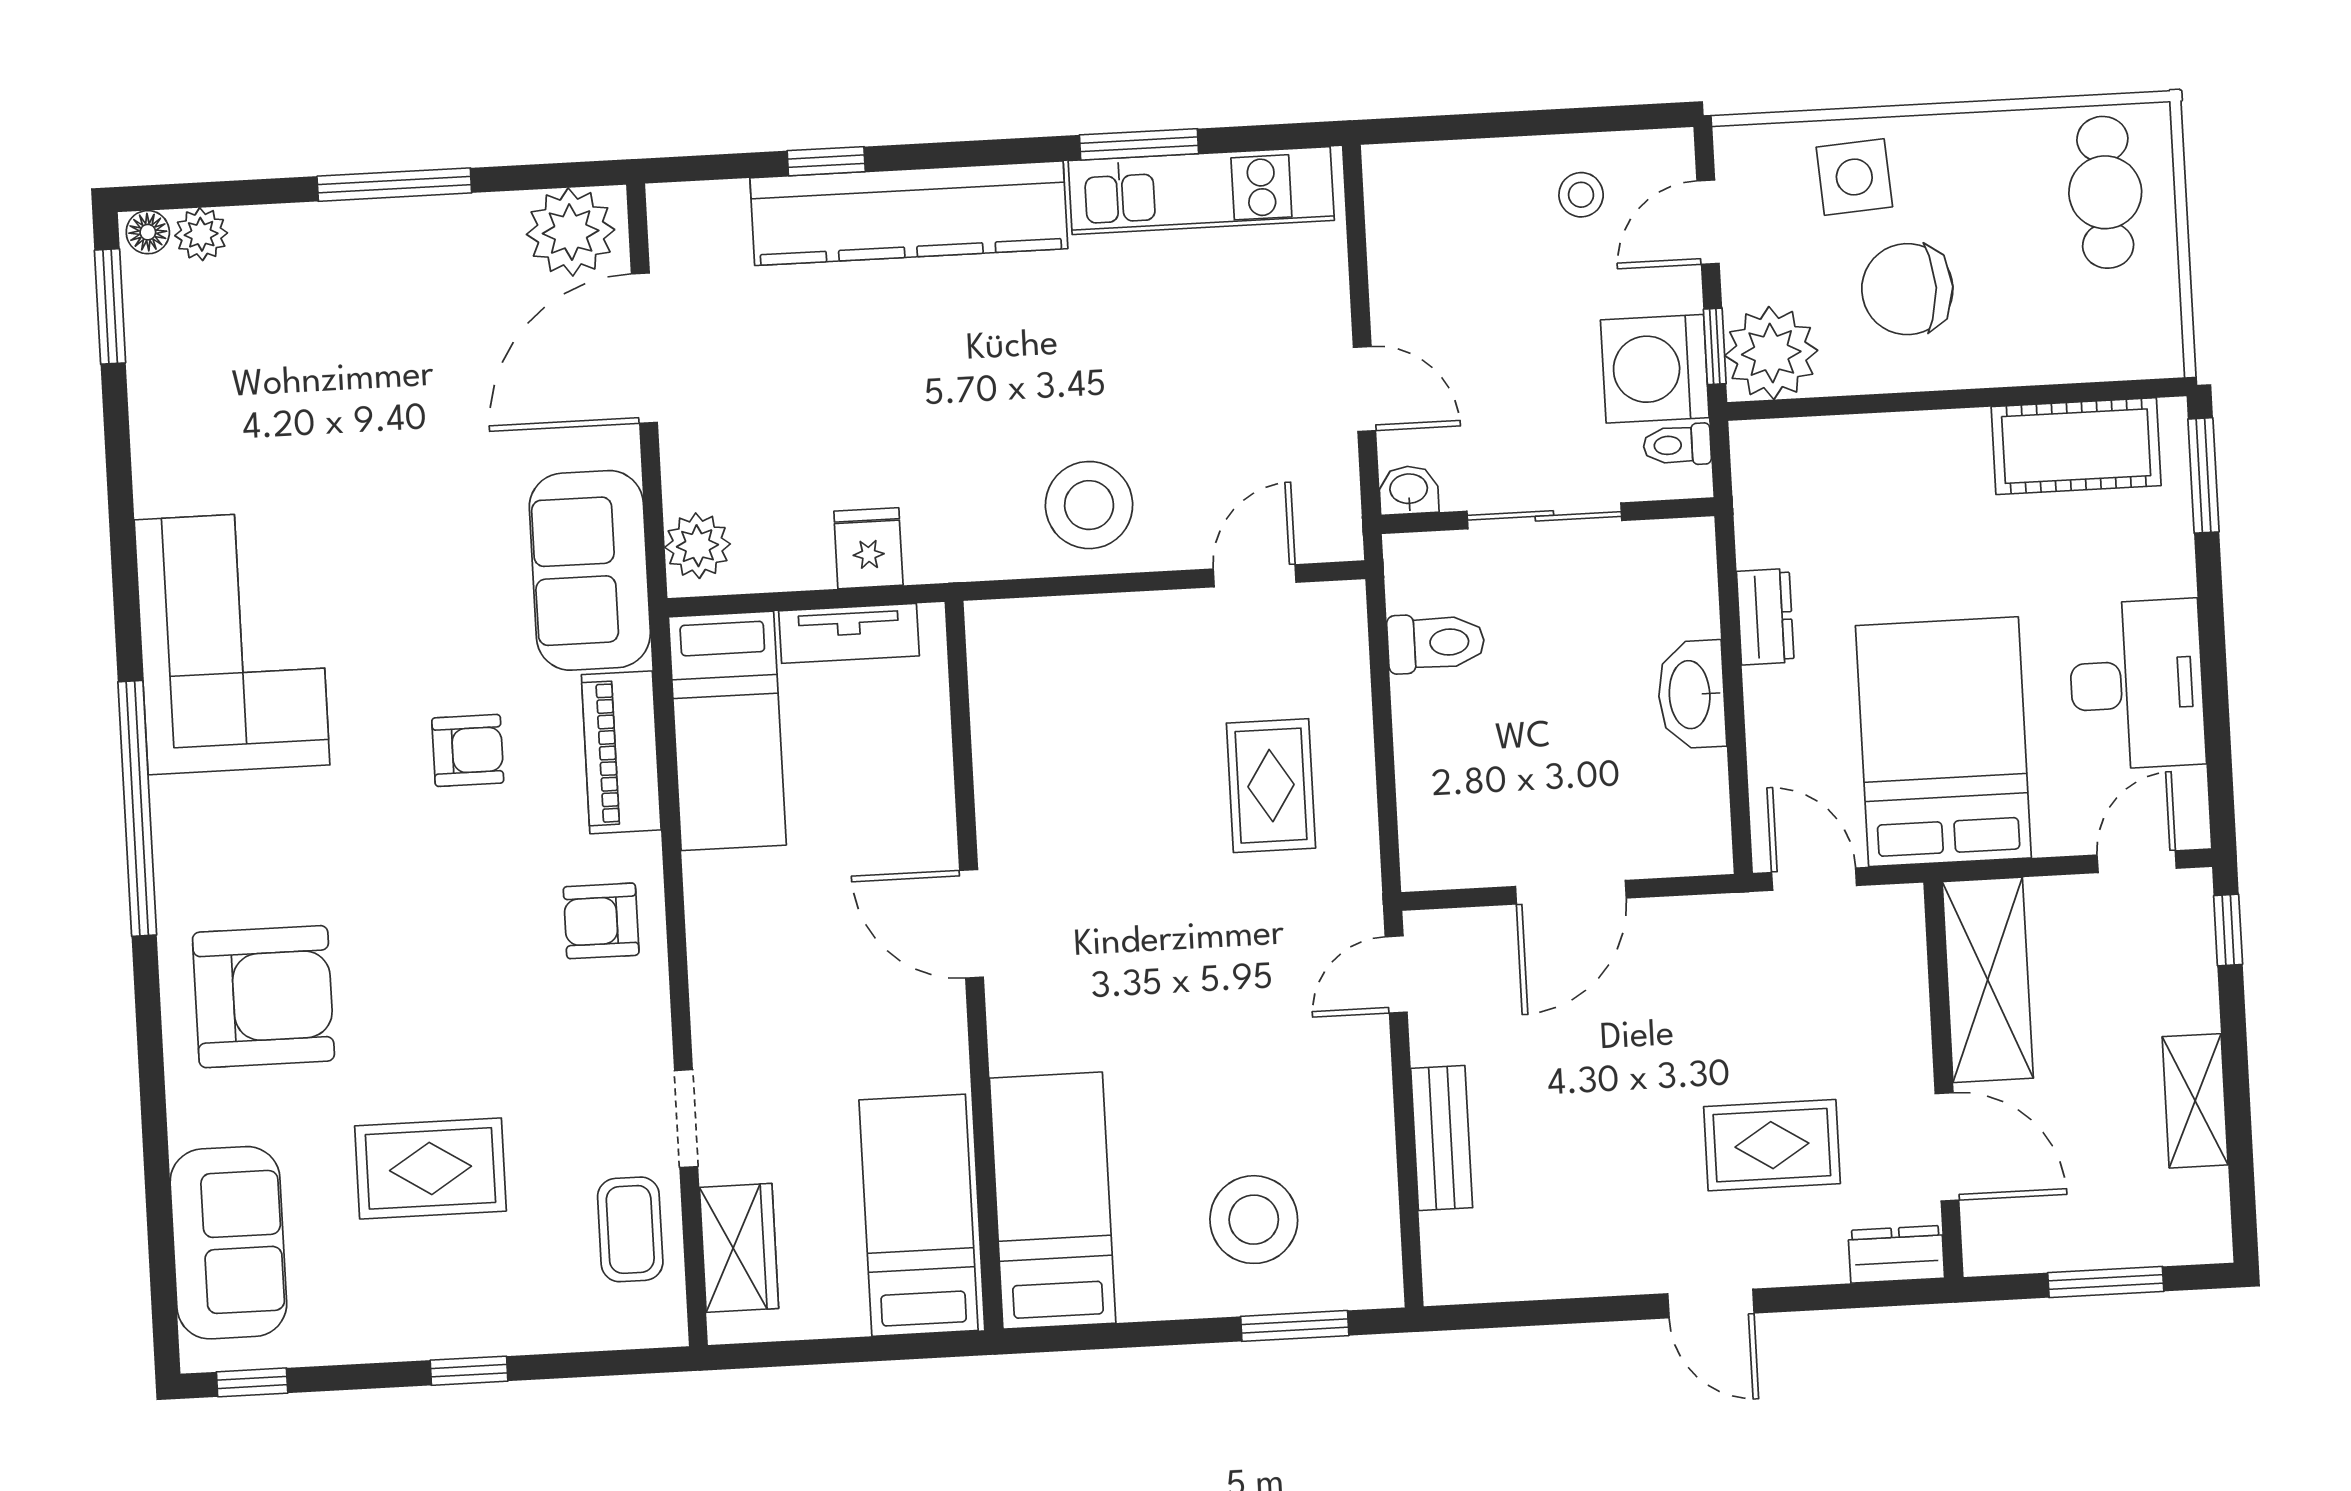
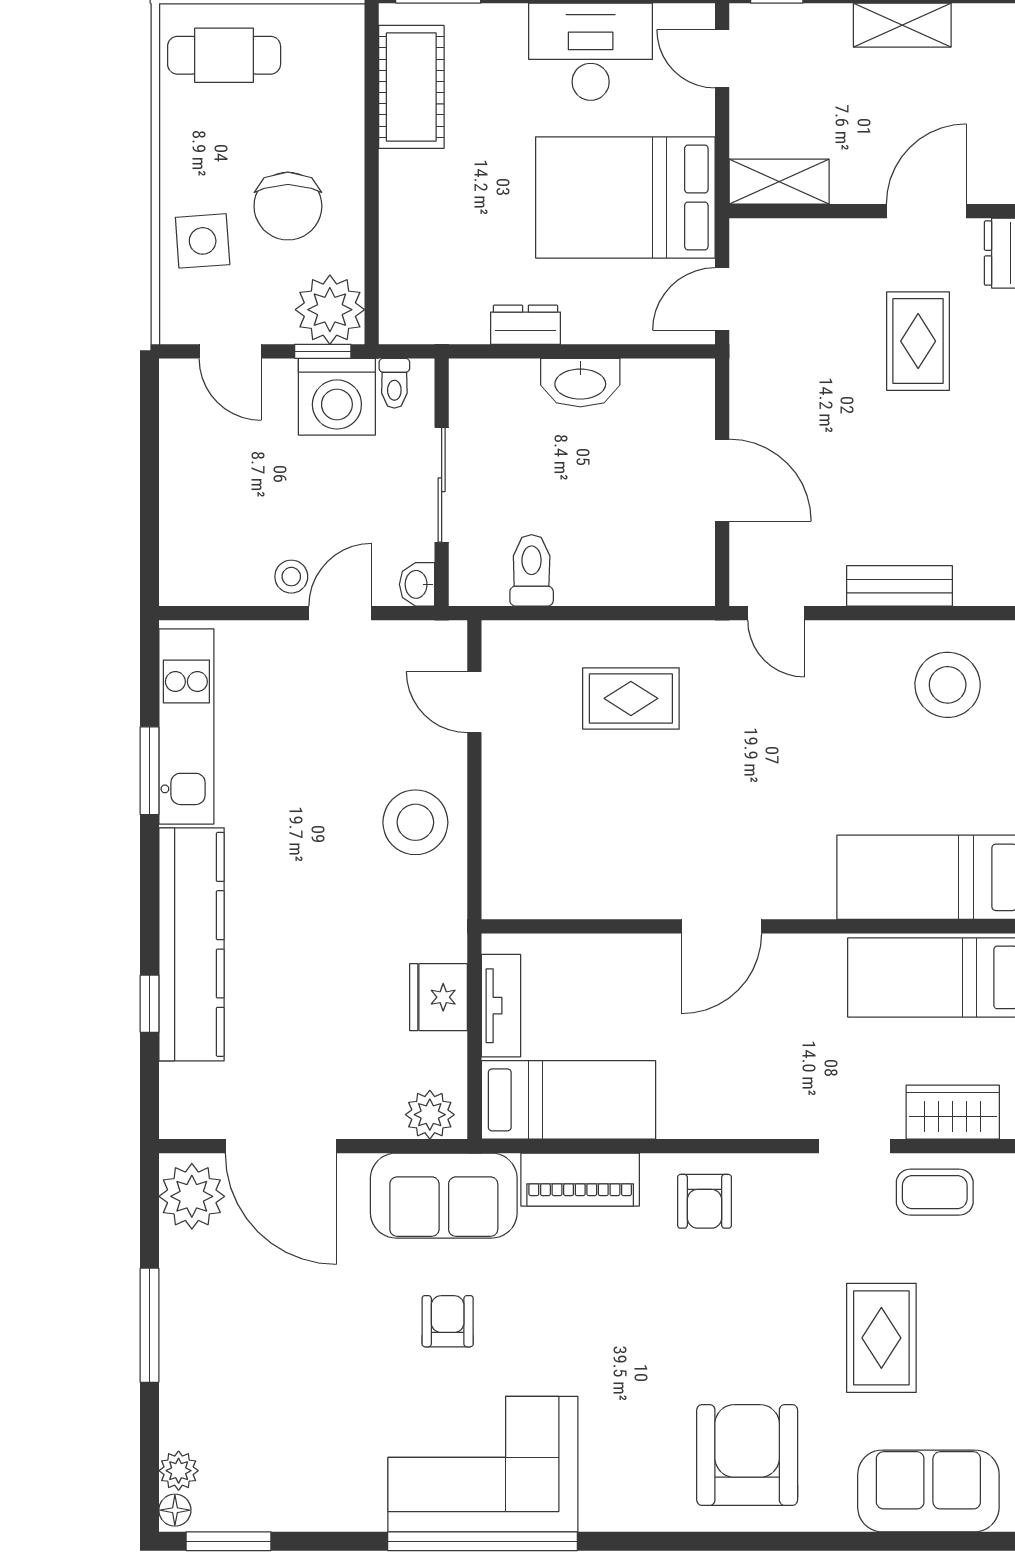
stool: (1581, 195) -> (291, 577), moved
fridge: (868, 548) -> (439, 997), width x1.38
armchair: (468, 750) -> (448, 1321), moved
window: (137, 808) -> (482, 1541), moved
shelving: (1988, 980) -> (779, 182), width x0.67, depth x0.75
stool: (1254, 1220) -> (948, 685), moved

